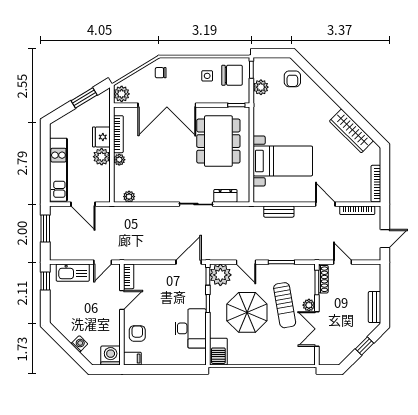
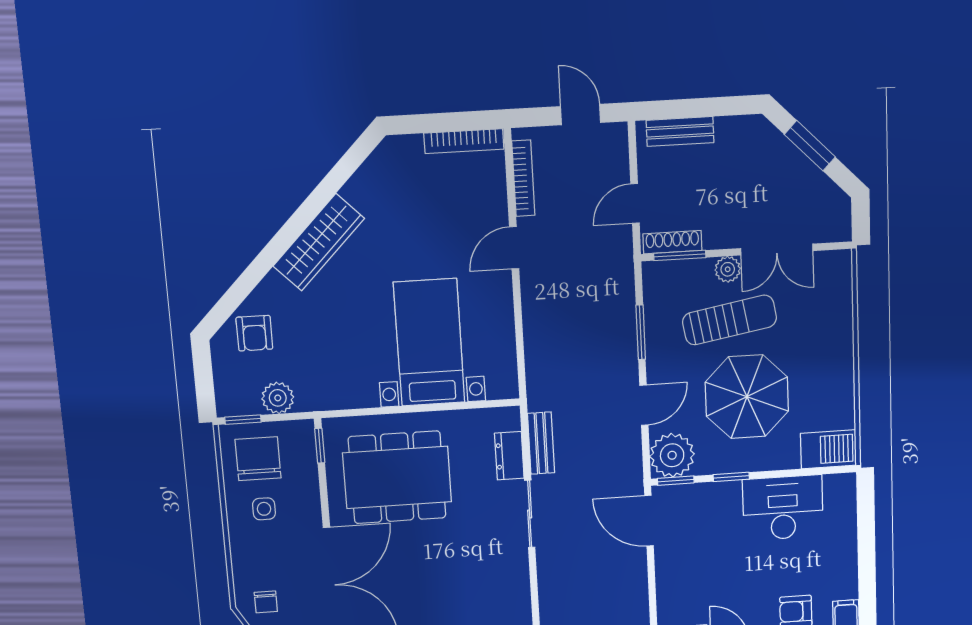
armchair: (292, 79) -> (254, 333), turned 90
wardrobe: (351, 131) -> (319, 242), moved
bench: (279, 212) -> (541, 443), moved
bench: (375, 307) -> (680, 131), moved
window: (365, 346) -> (810, 146), width x1.50

